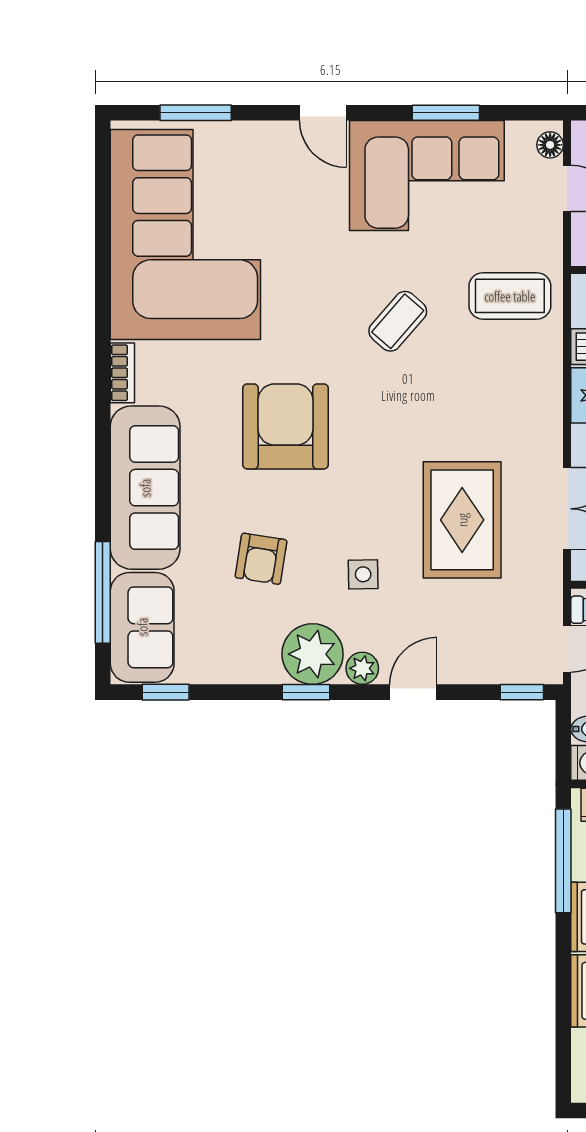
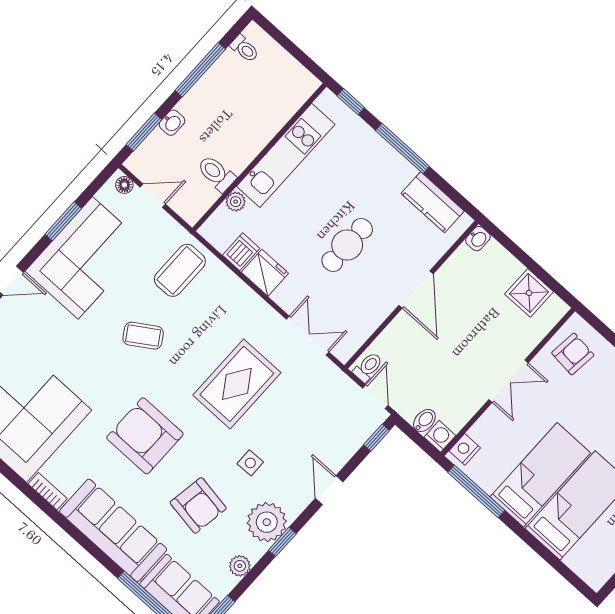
coffee table: (398, 321) -> (143, 336), turned -74
rug: (462, 520) -> (237, 384), moved, turned 90
armchair: (261, 559) -> (198, 505), width x1.38, depth x1.38
plant: (362, 668) -> (240, 566), moved

